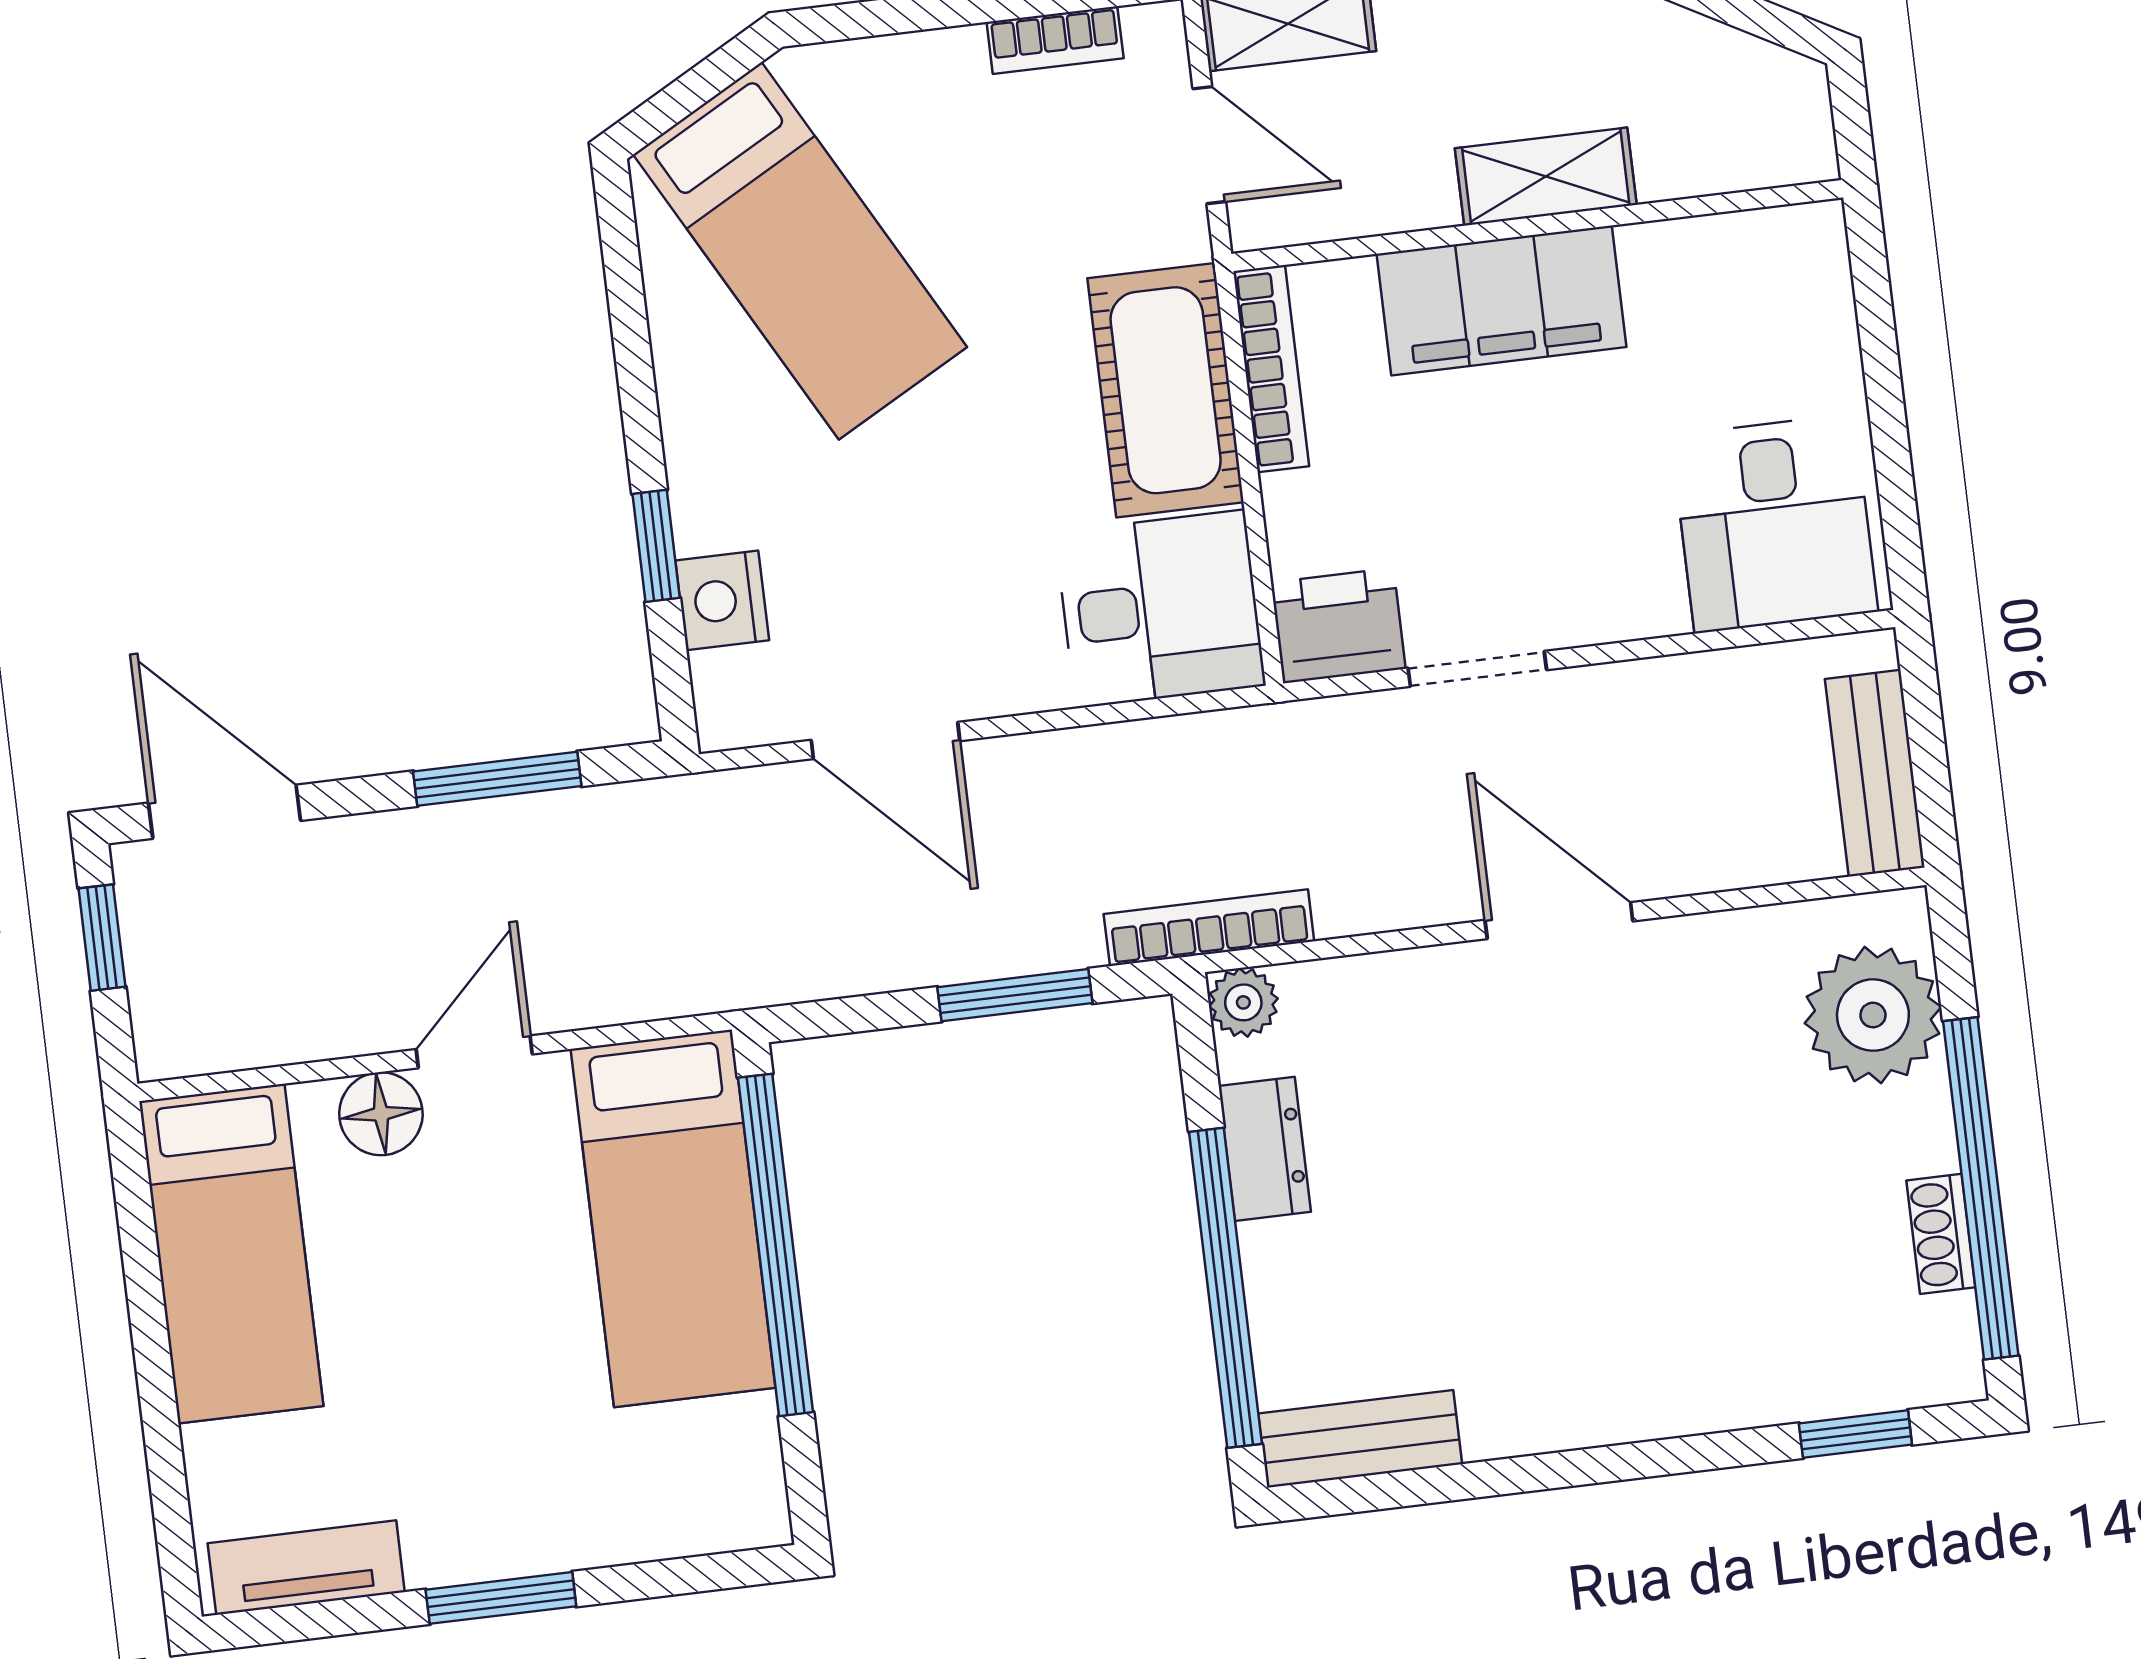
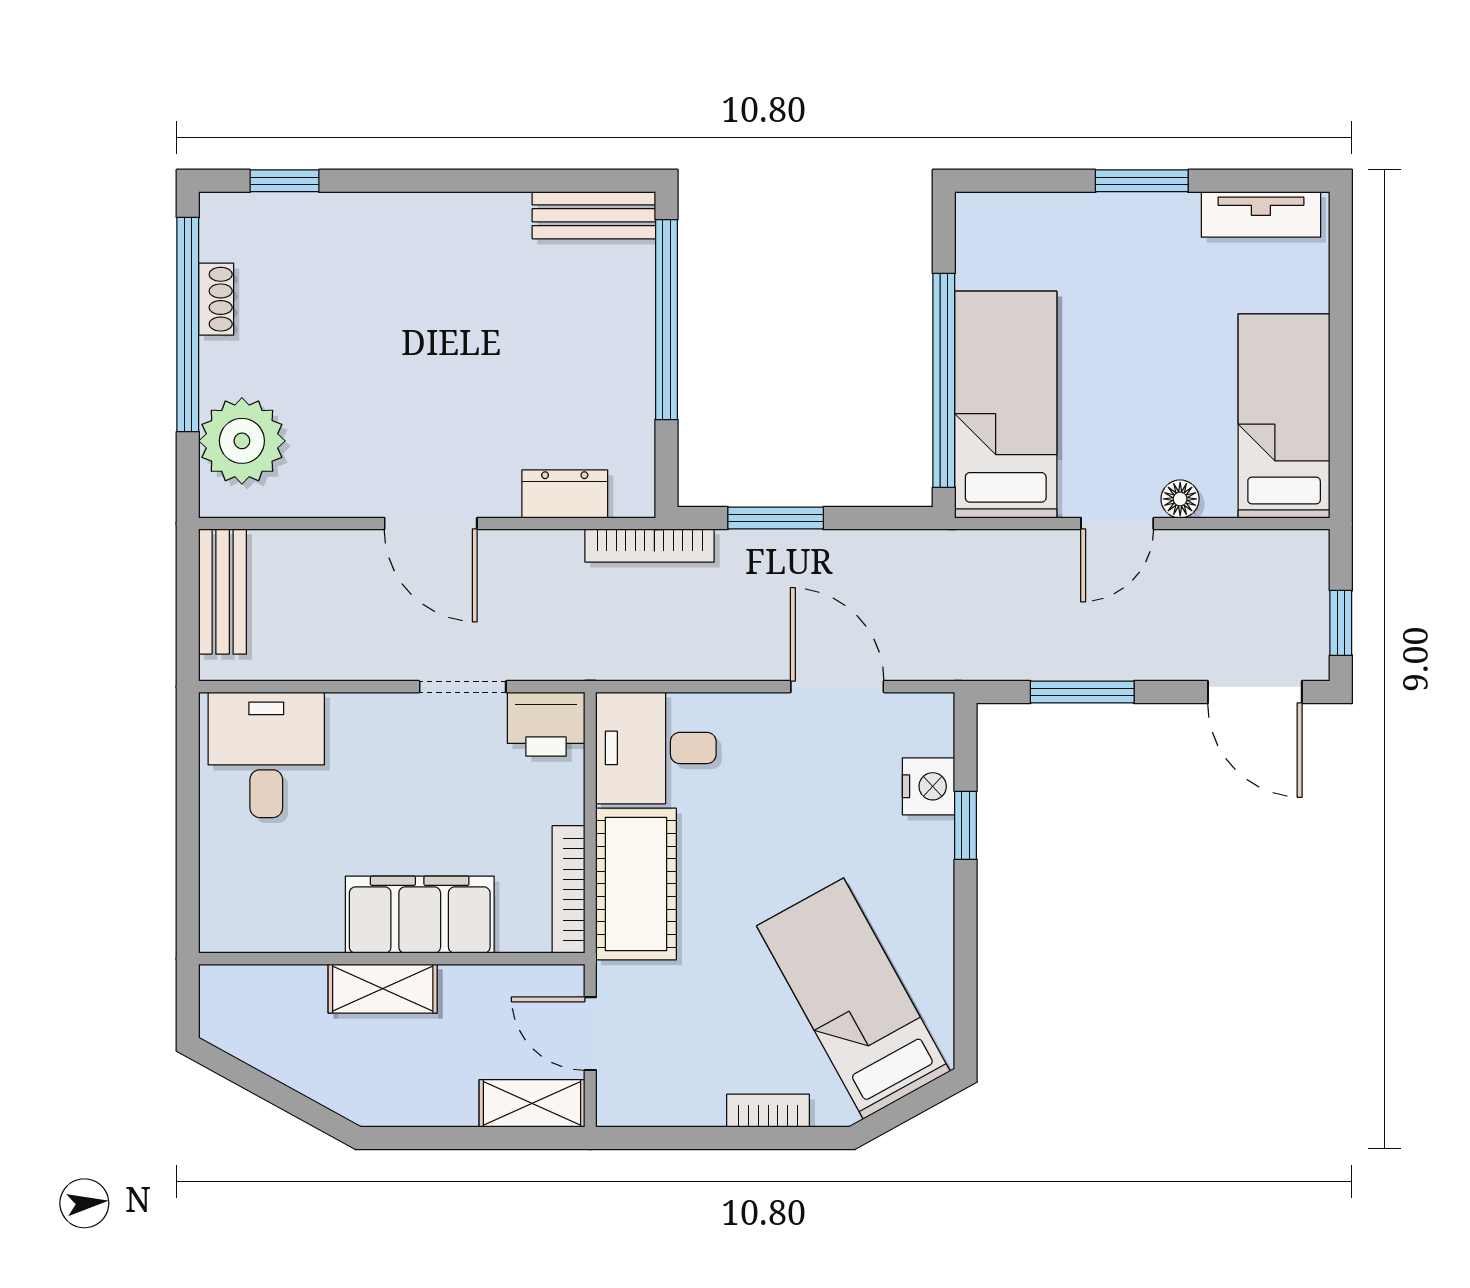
bookcase: (1055, 40) -> (768, 1111), moved
plant: (1243, 1002) -> (634, 496), removed
floor lamp: (381, 1114) -> (1180, 499), width x0.73, depth x0.73
dresser: (1265, 1149) -> (565, 494), moved, turned 90

